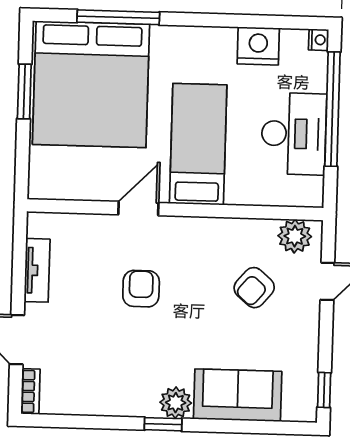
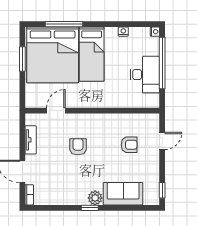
nightstand: (258, 46) -> (123, 32), width x0.53, depth x0.56
bed: (198, 144) -> (92, 54), moved, turned 180
door: (138, 209) -> (56, 111), moved
plant: (295, 236) -> (147, 121), removed
armchair: (254, 288) -> (129, 145), turned -131

